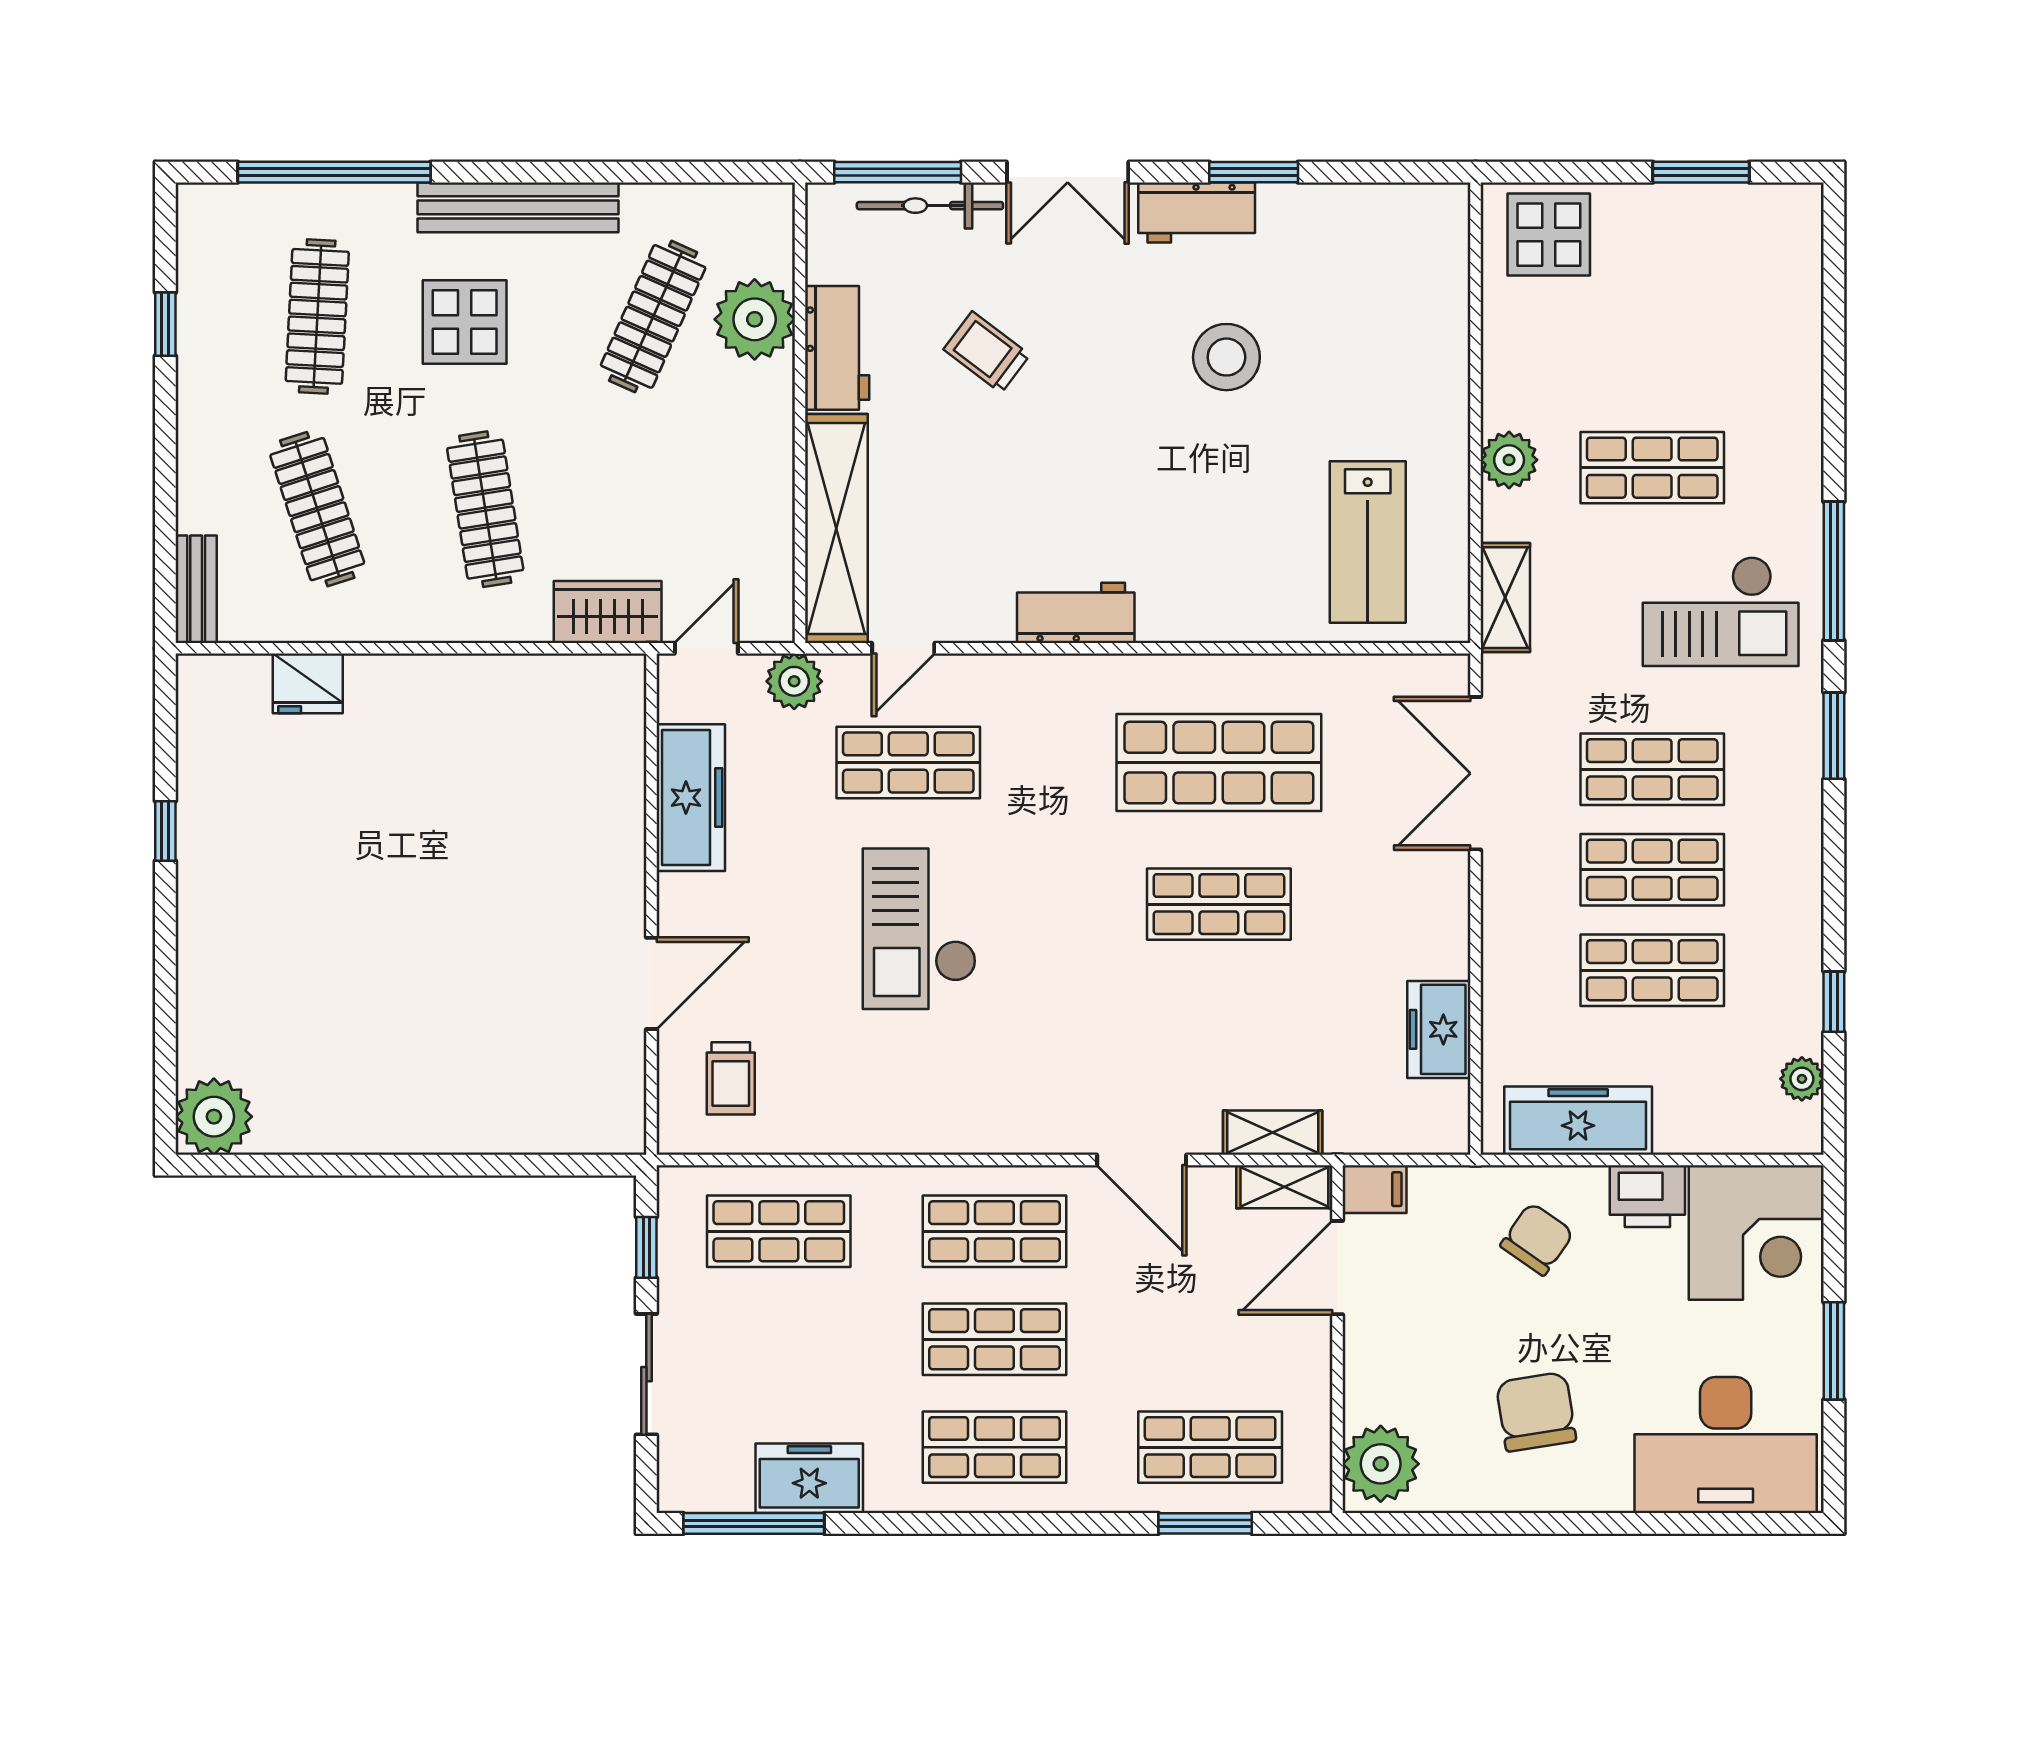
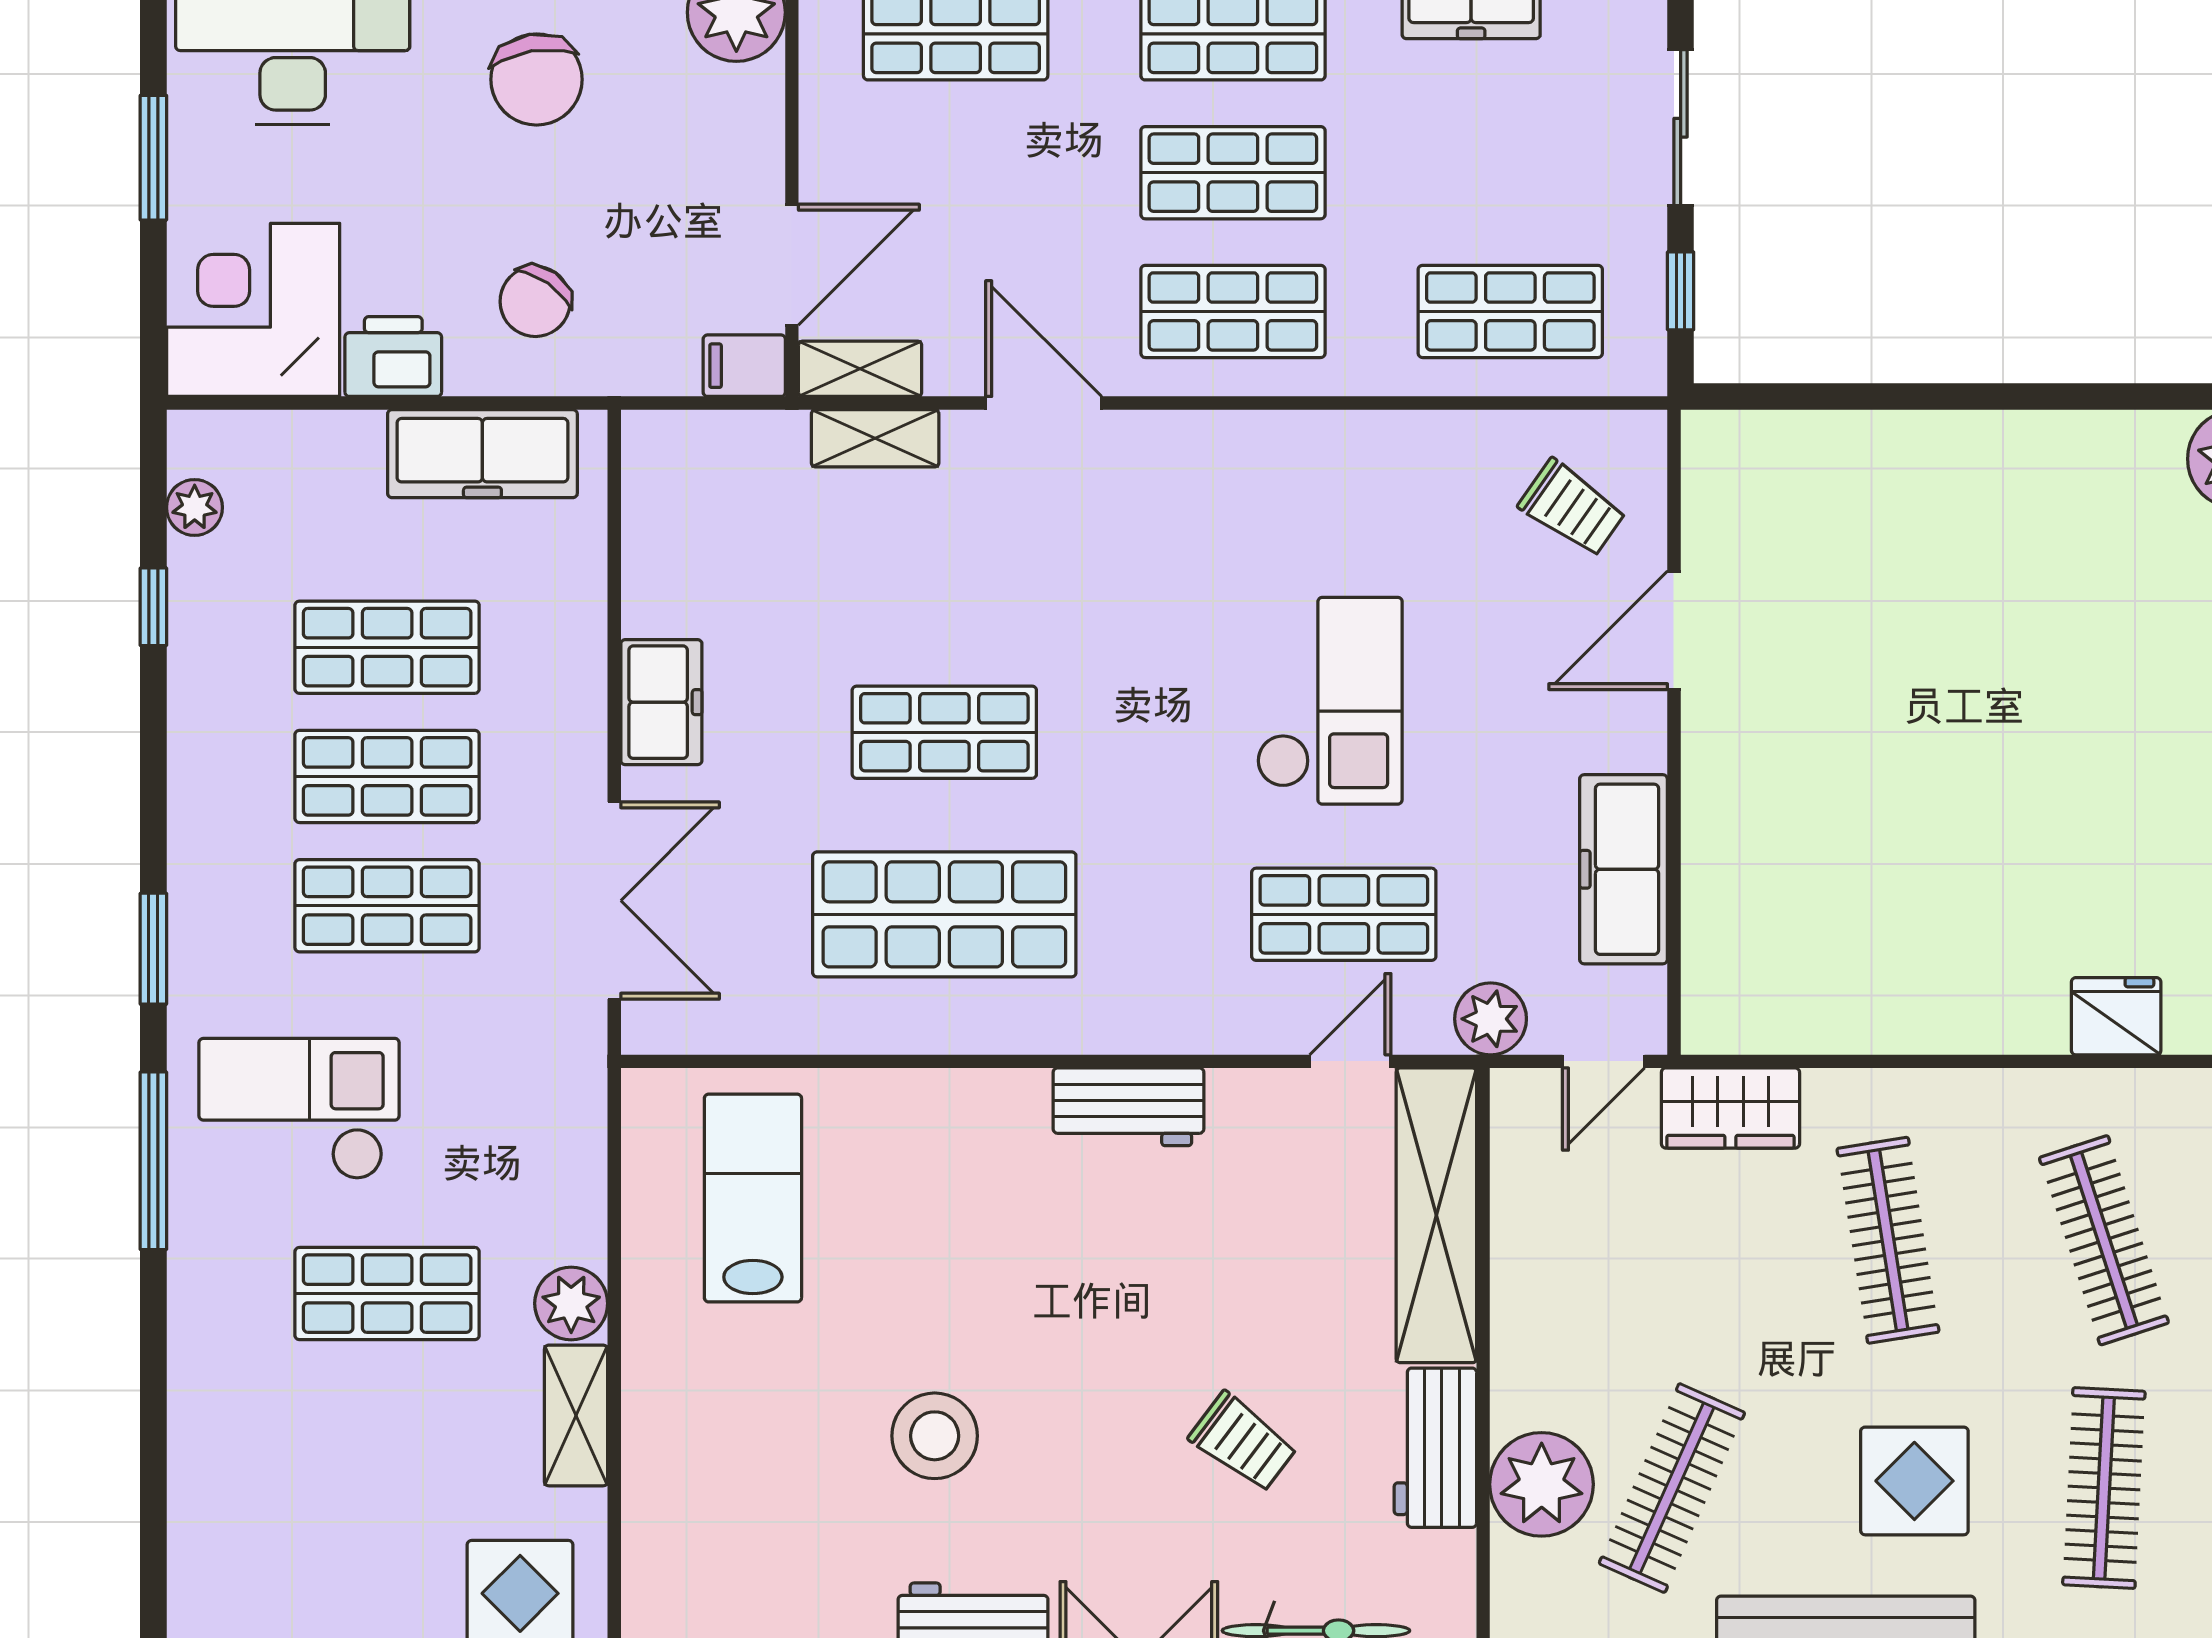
shelving: (1505, 598) -> (576, 1415), moved
freezer: (1439, 1029) -> (661, 702), moved
trolley: (731, 1078) -> (1572, 508), turned 125

